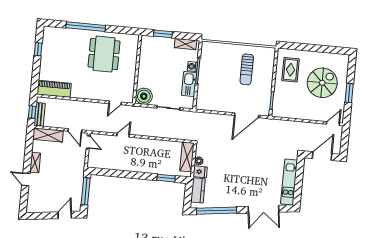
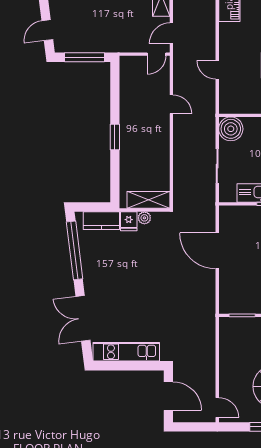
door: (115, 103) -> (217, 70), moved
door: (247, 115) -> (217, 251), moved
window: (166, 178) -> (115, 137), moved
door: (65, 215) -> (47, 30), swing flipped

